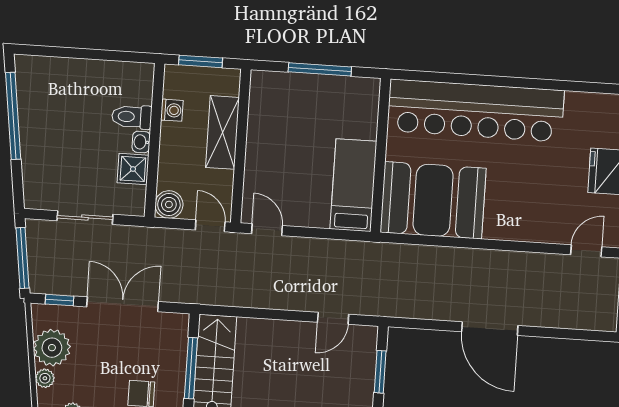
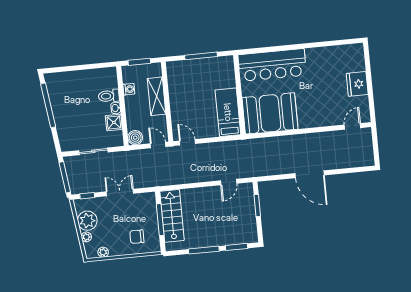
bar counter: (476, 111) -> (272, 65), width x0.73
double door: (123, 304) -> (120, 193), width x0.73

